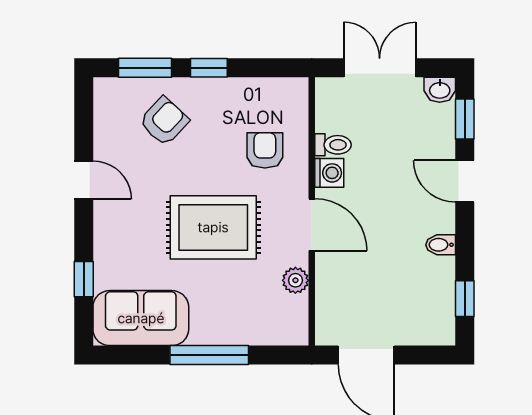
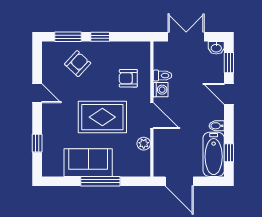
armchair: (265, 150) -> (128, 78), turned -90
bathtub: (434, 301) -> (214, 154), added
sofa: (141, 318) -> (88, 163), moved

